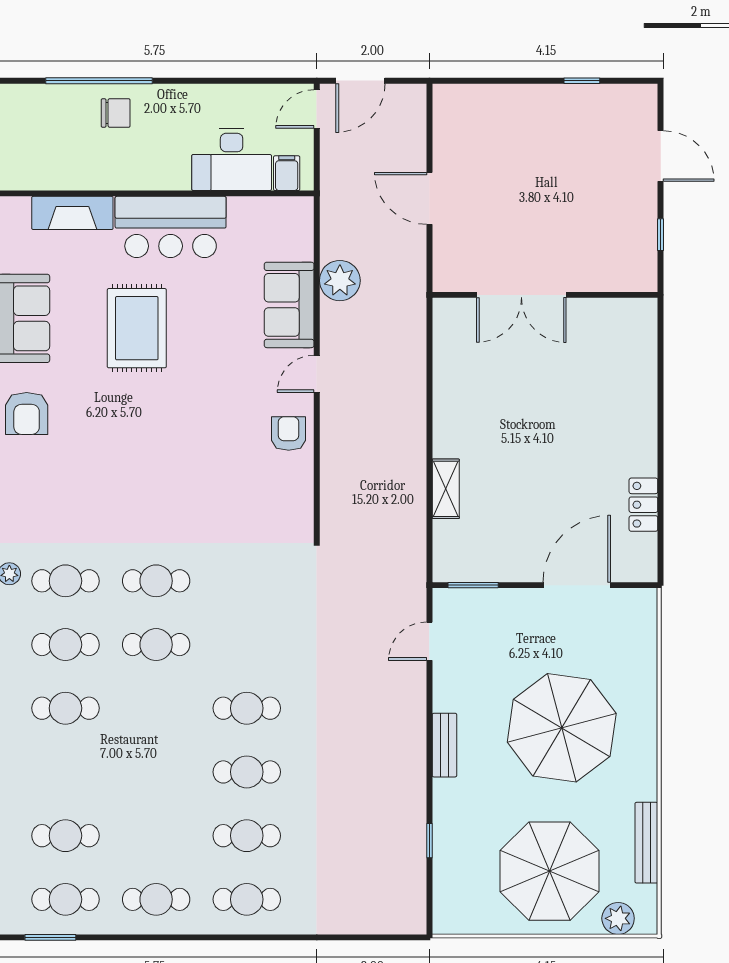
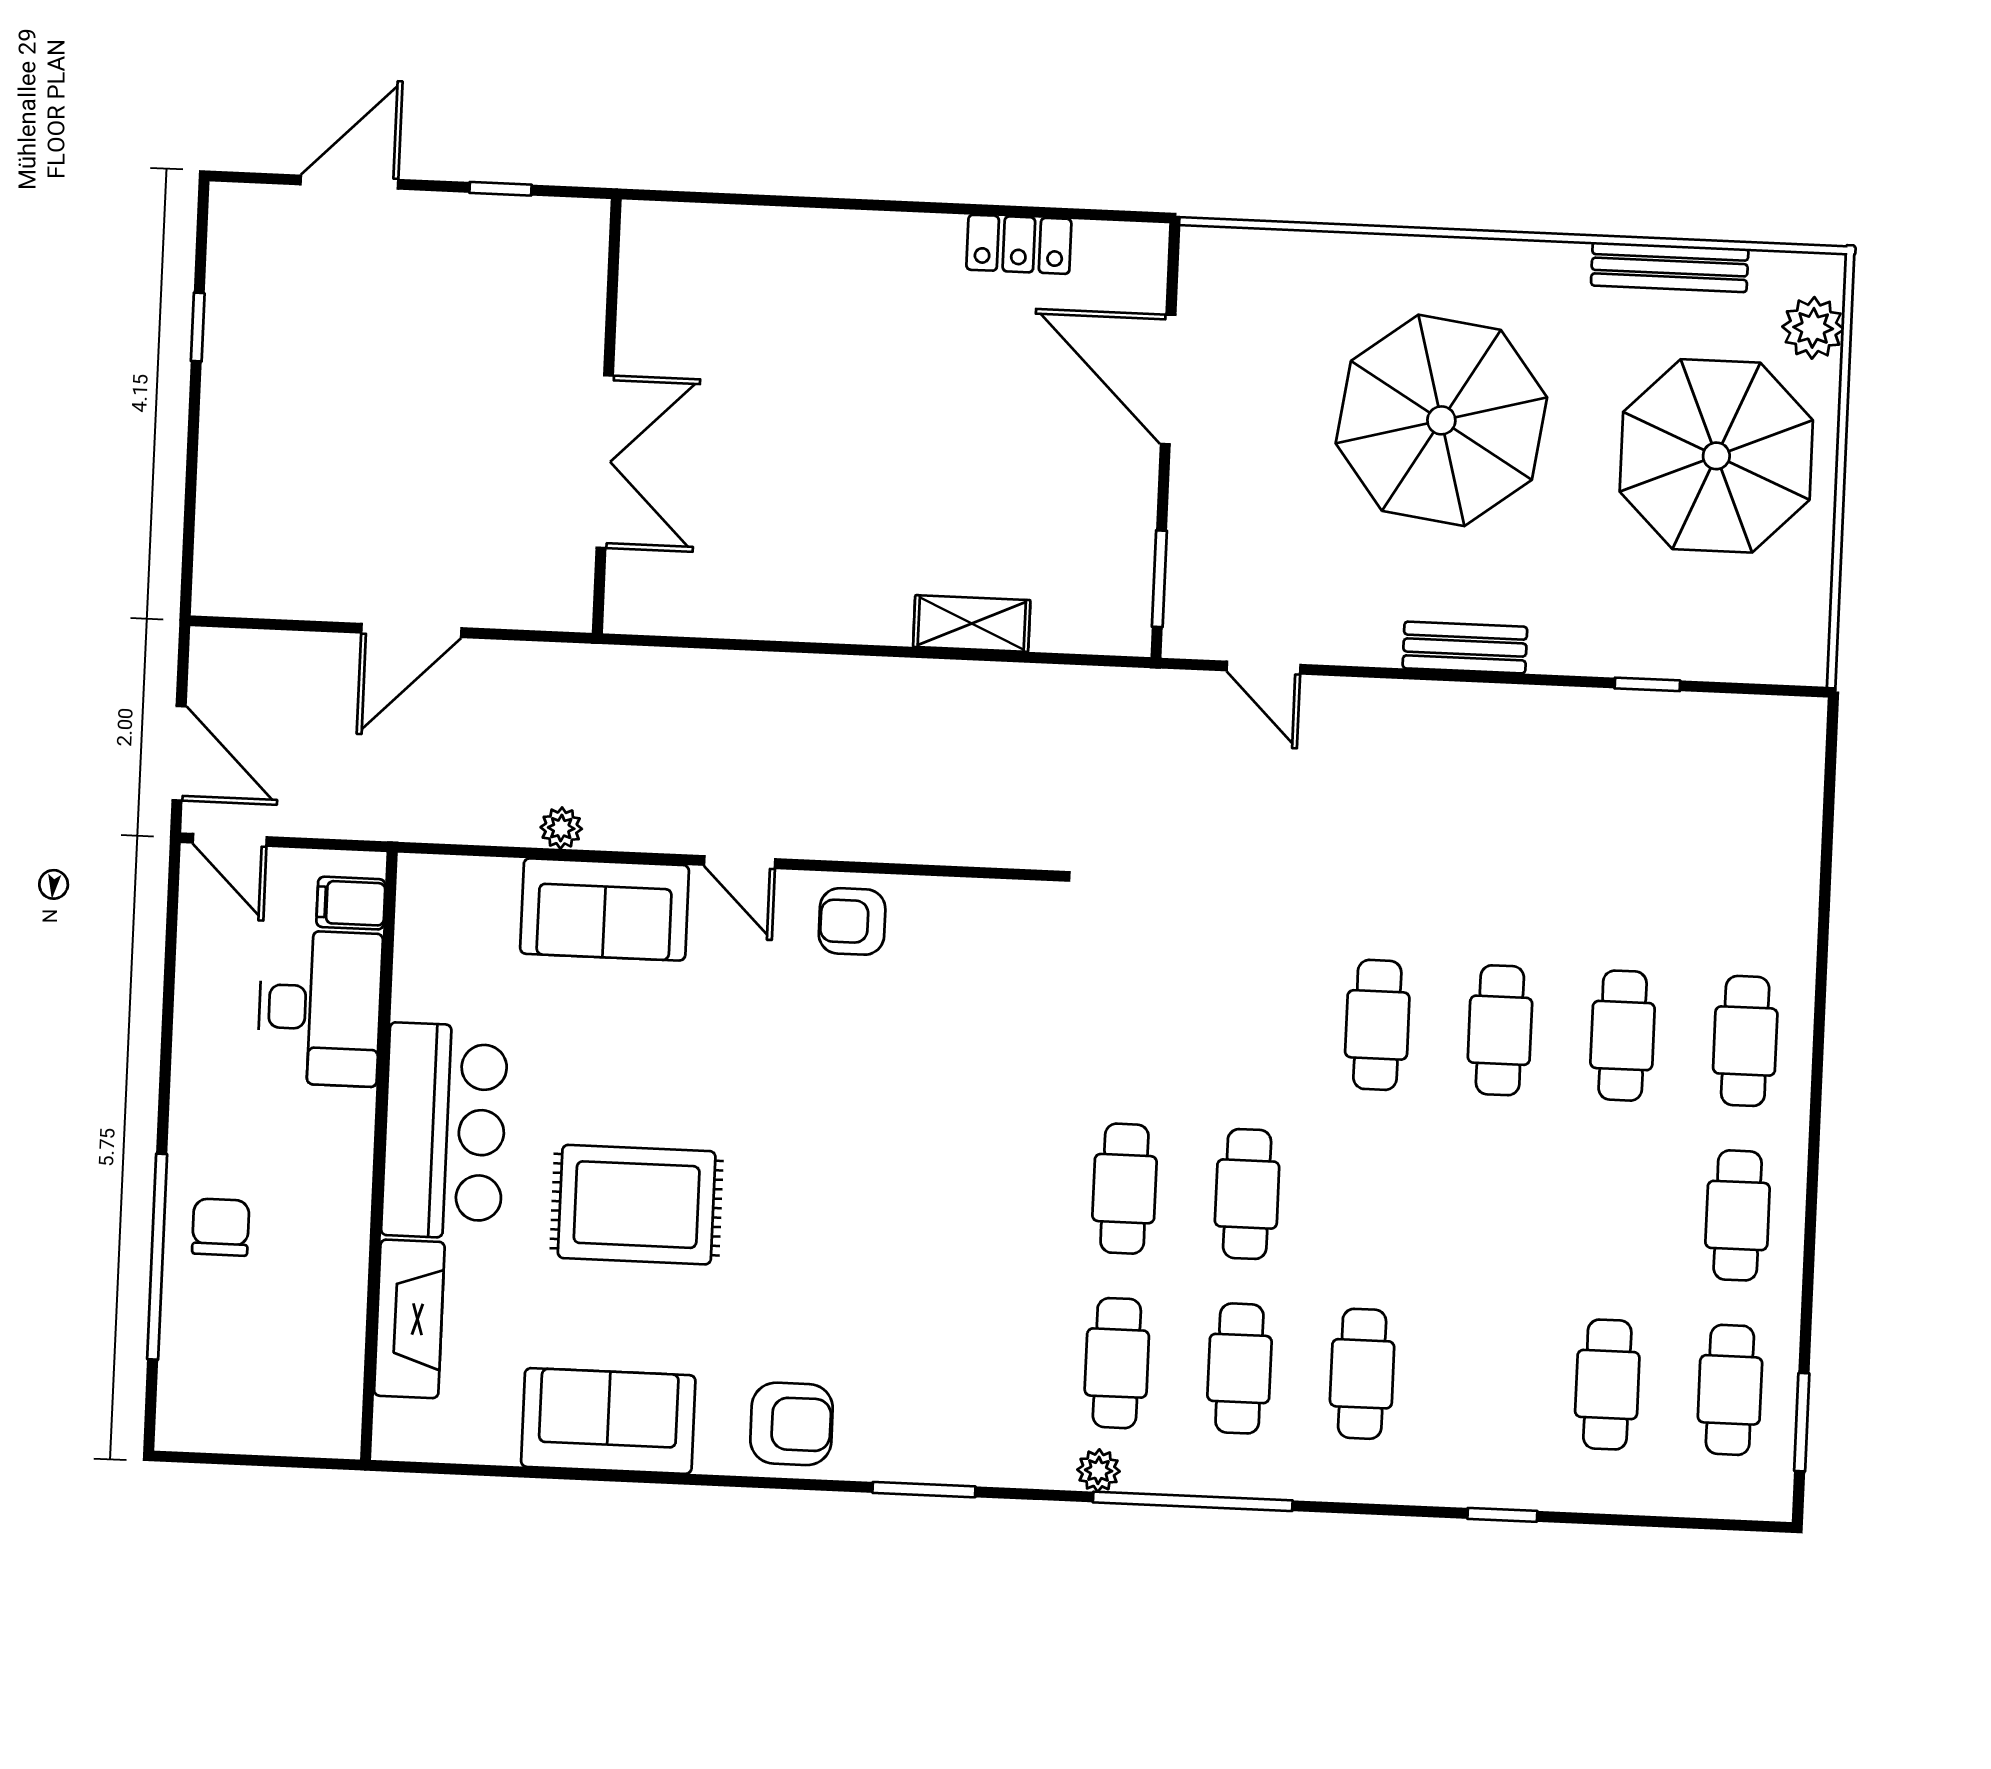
plant: (340, 281) -> (561, 828), width x0.53, depth x0.53

